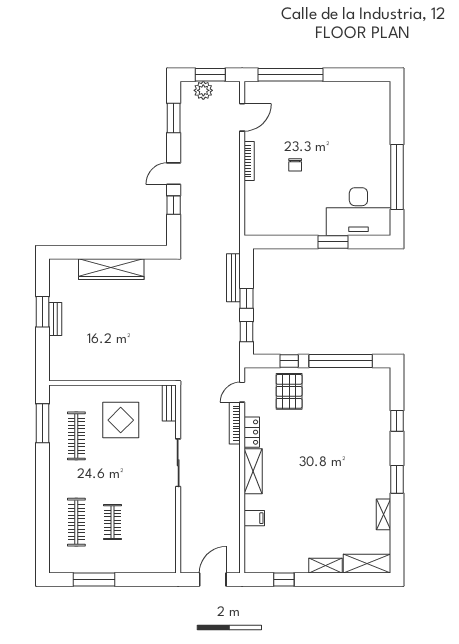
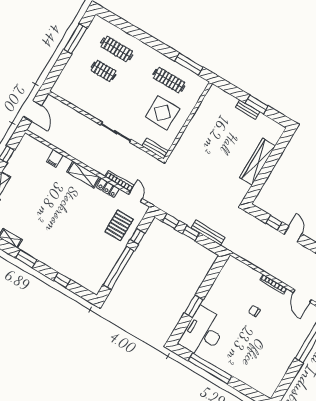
pallet: (289, 391) -> (119, 225), turned 90

